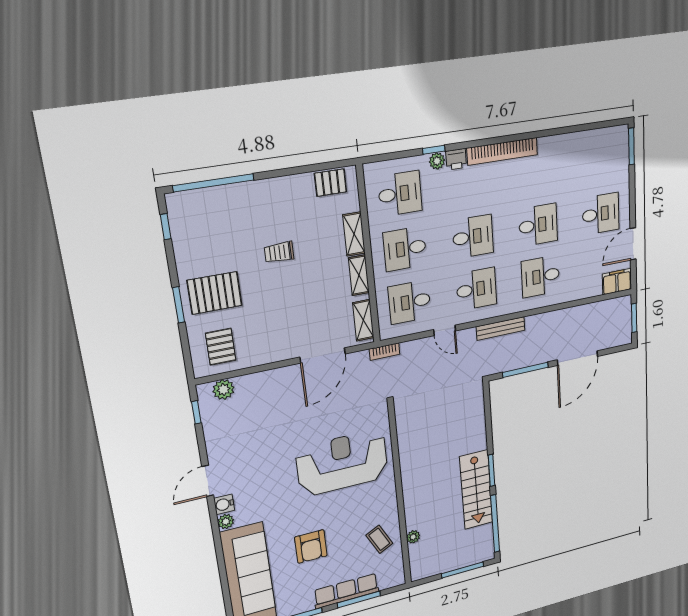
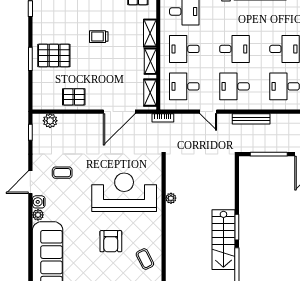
desk: (476, 289) -> (234, 86), turned 180
pallet: (221, 347) -> (74, 97), moved, turned 90
coffee table: (252, 457) -> (62, 173), added
plant: (413, 537) -> (171, 198), moved
armchair: (311, 546) -> (111, 241), moved

